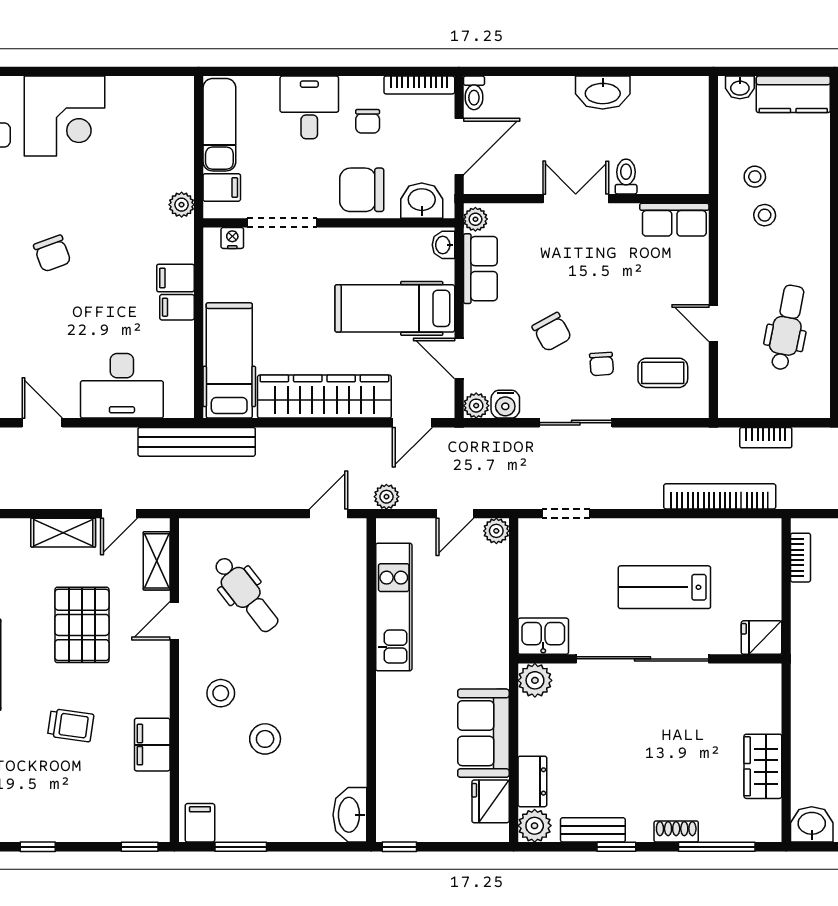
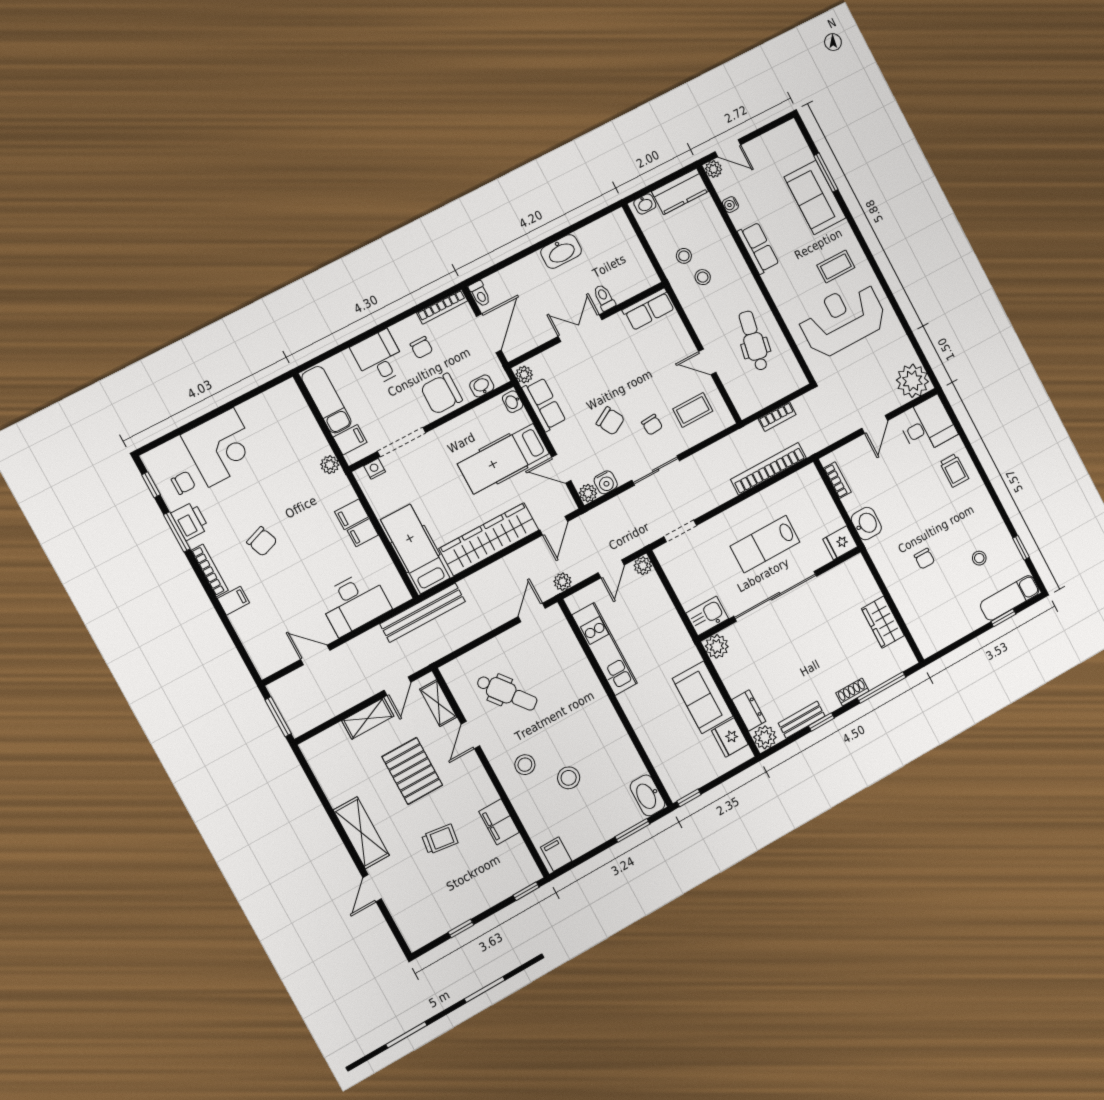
washbasin: (422, 201) -> (482, 386), width x0.72, depth x0.69
washbasin: (812, 824) -> (866, 524), moved, turned 90
window: (241, 847) -> (632, 830), moved

